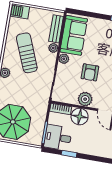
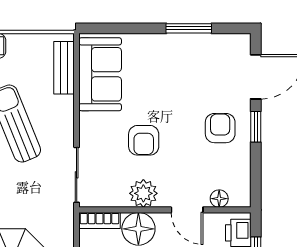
plant: (53, 48) -> (65, 105), removed
plant: (64, 59) -> (89, 123), removed

